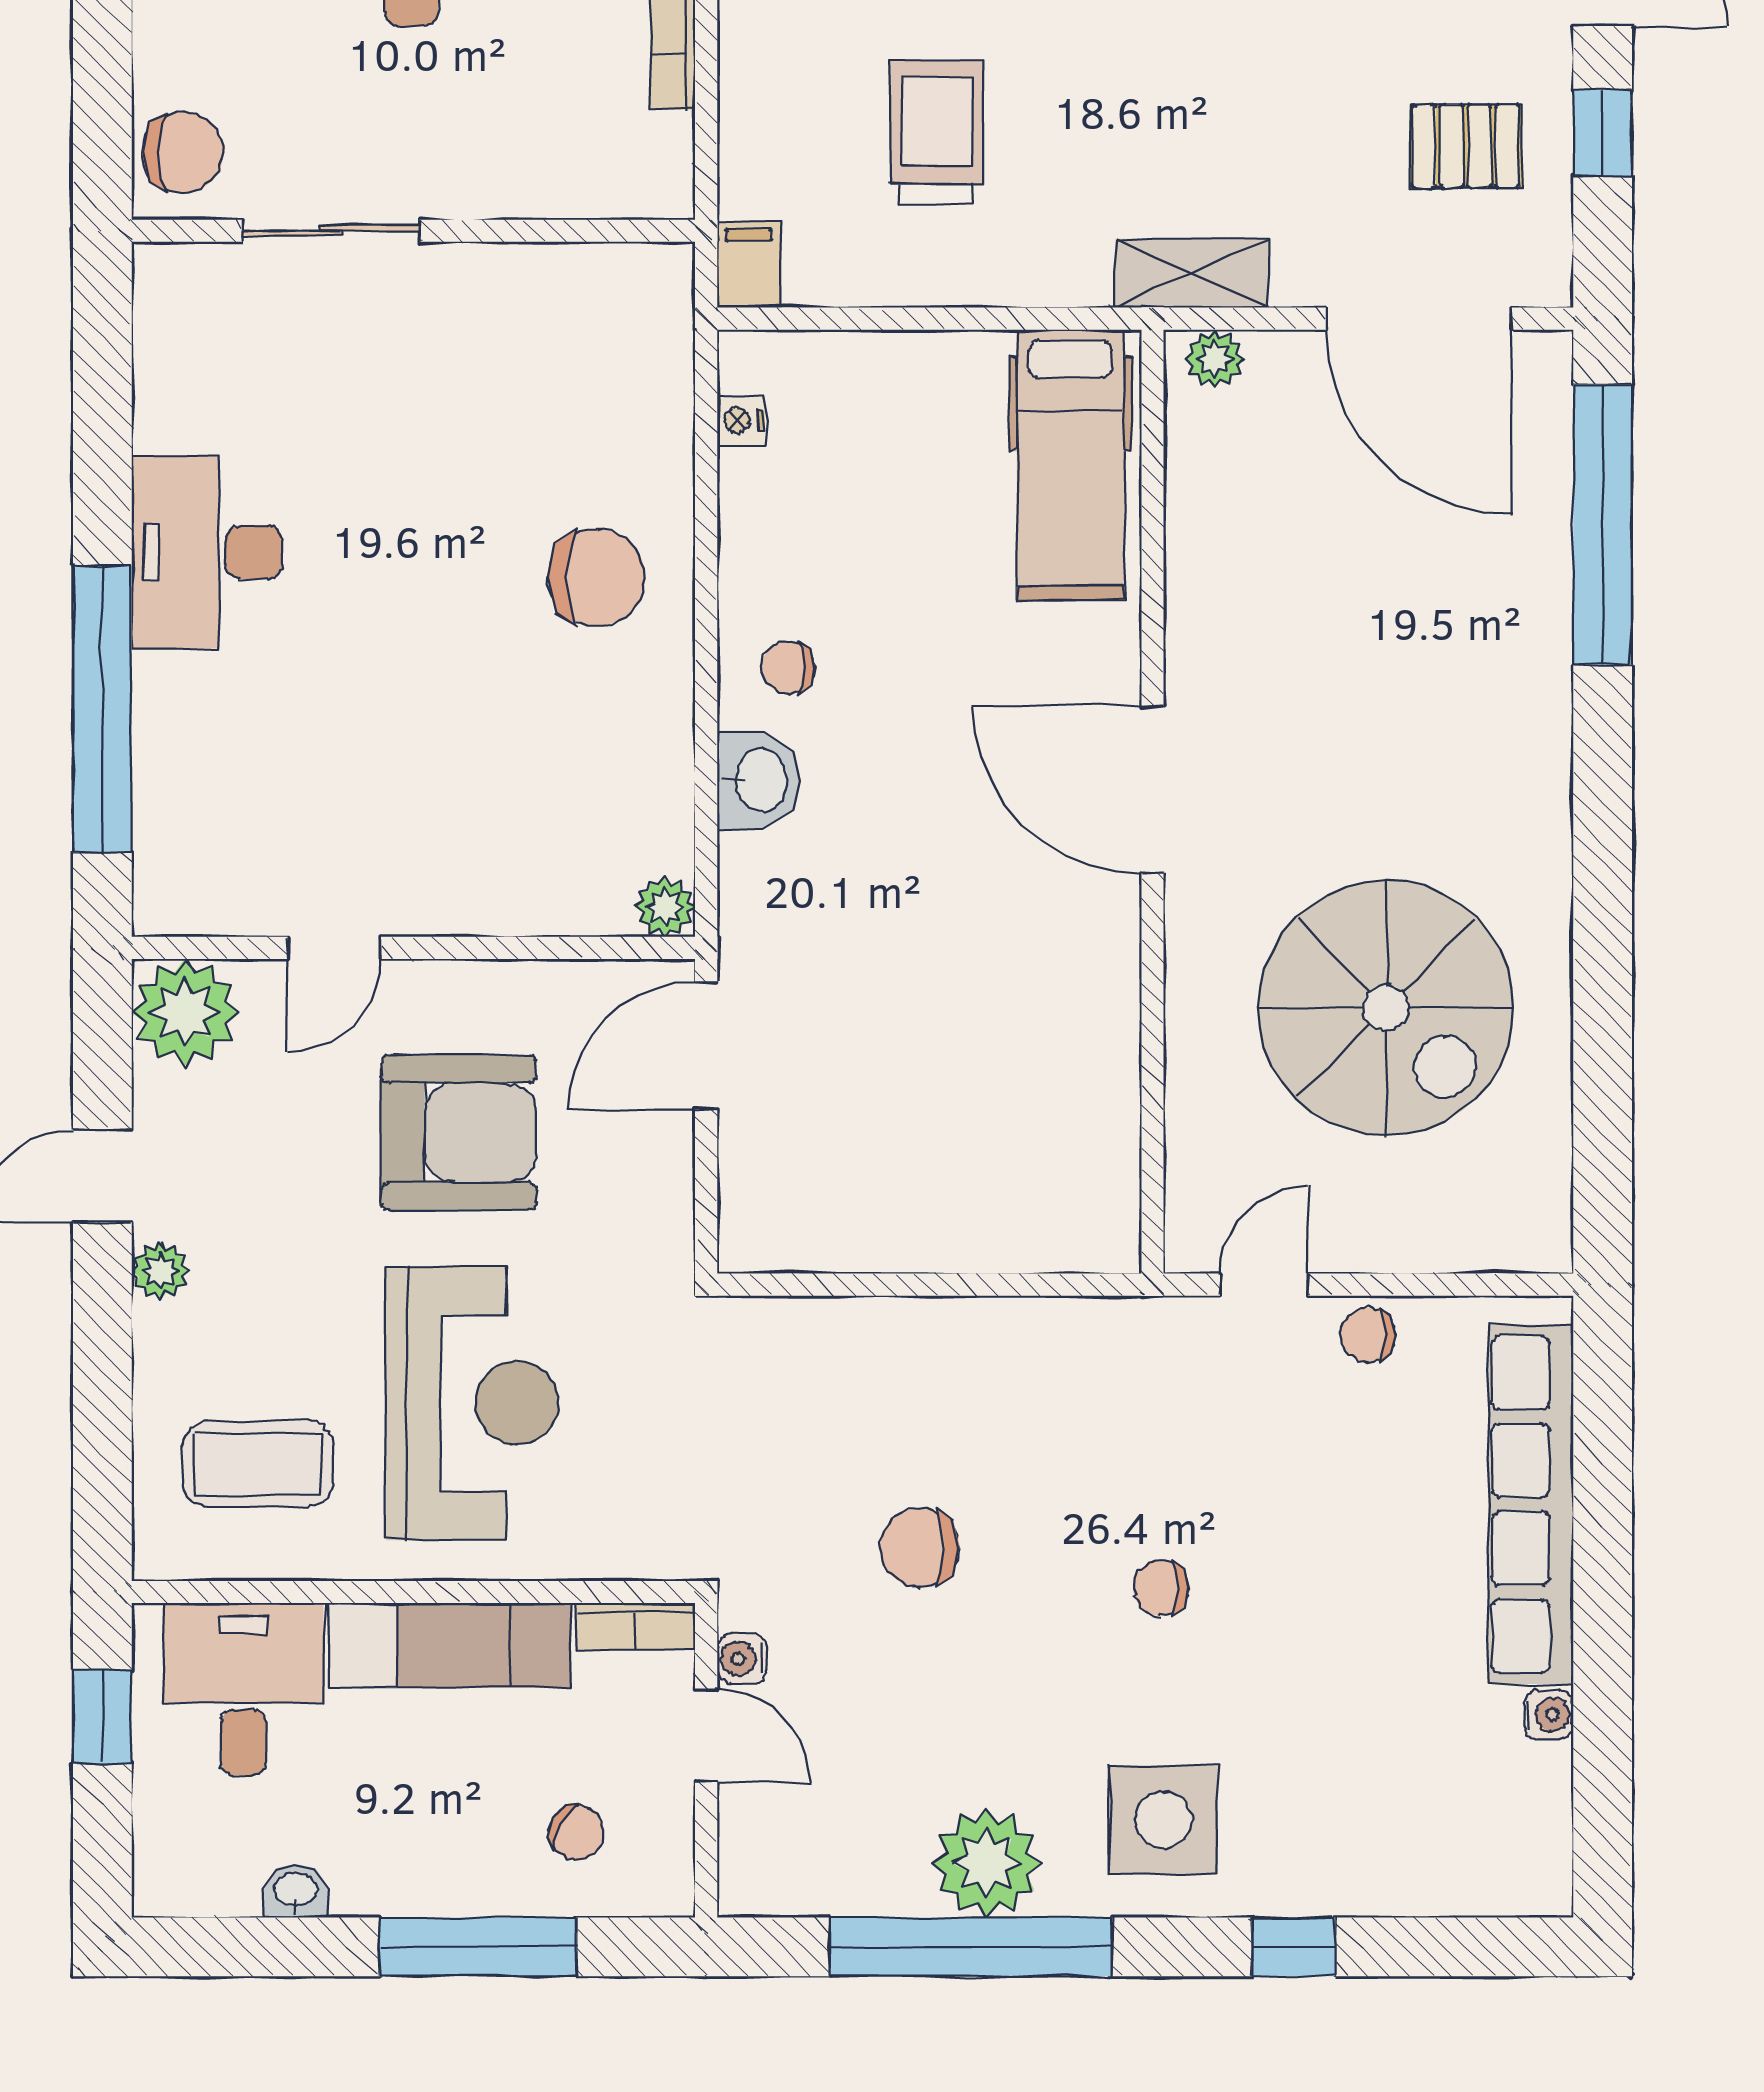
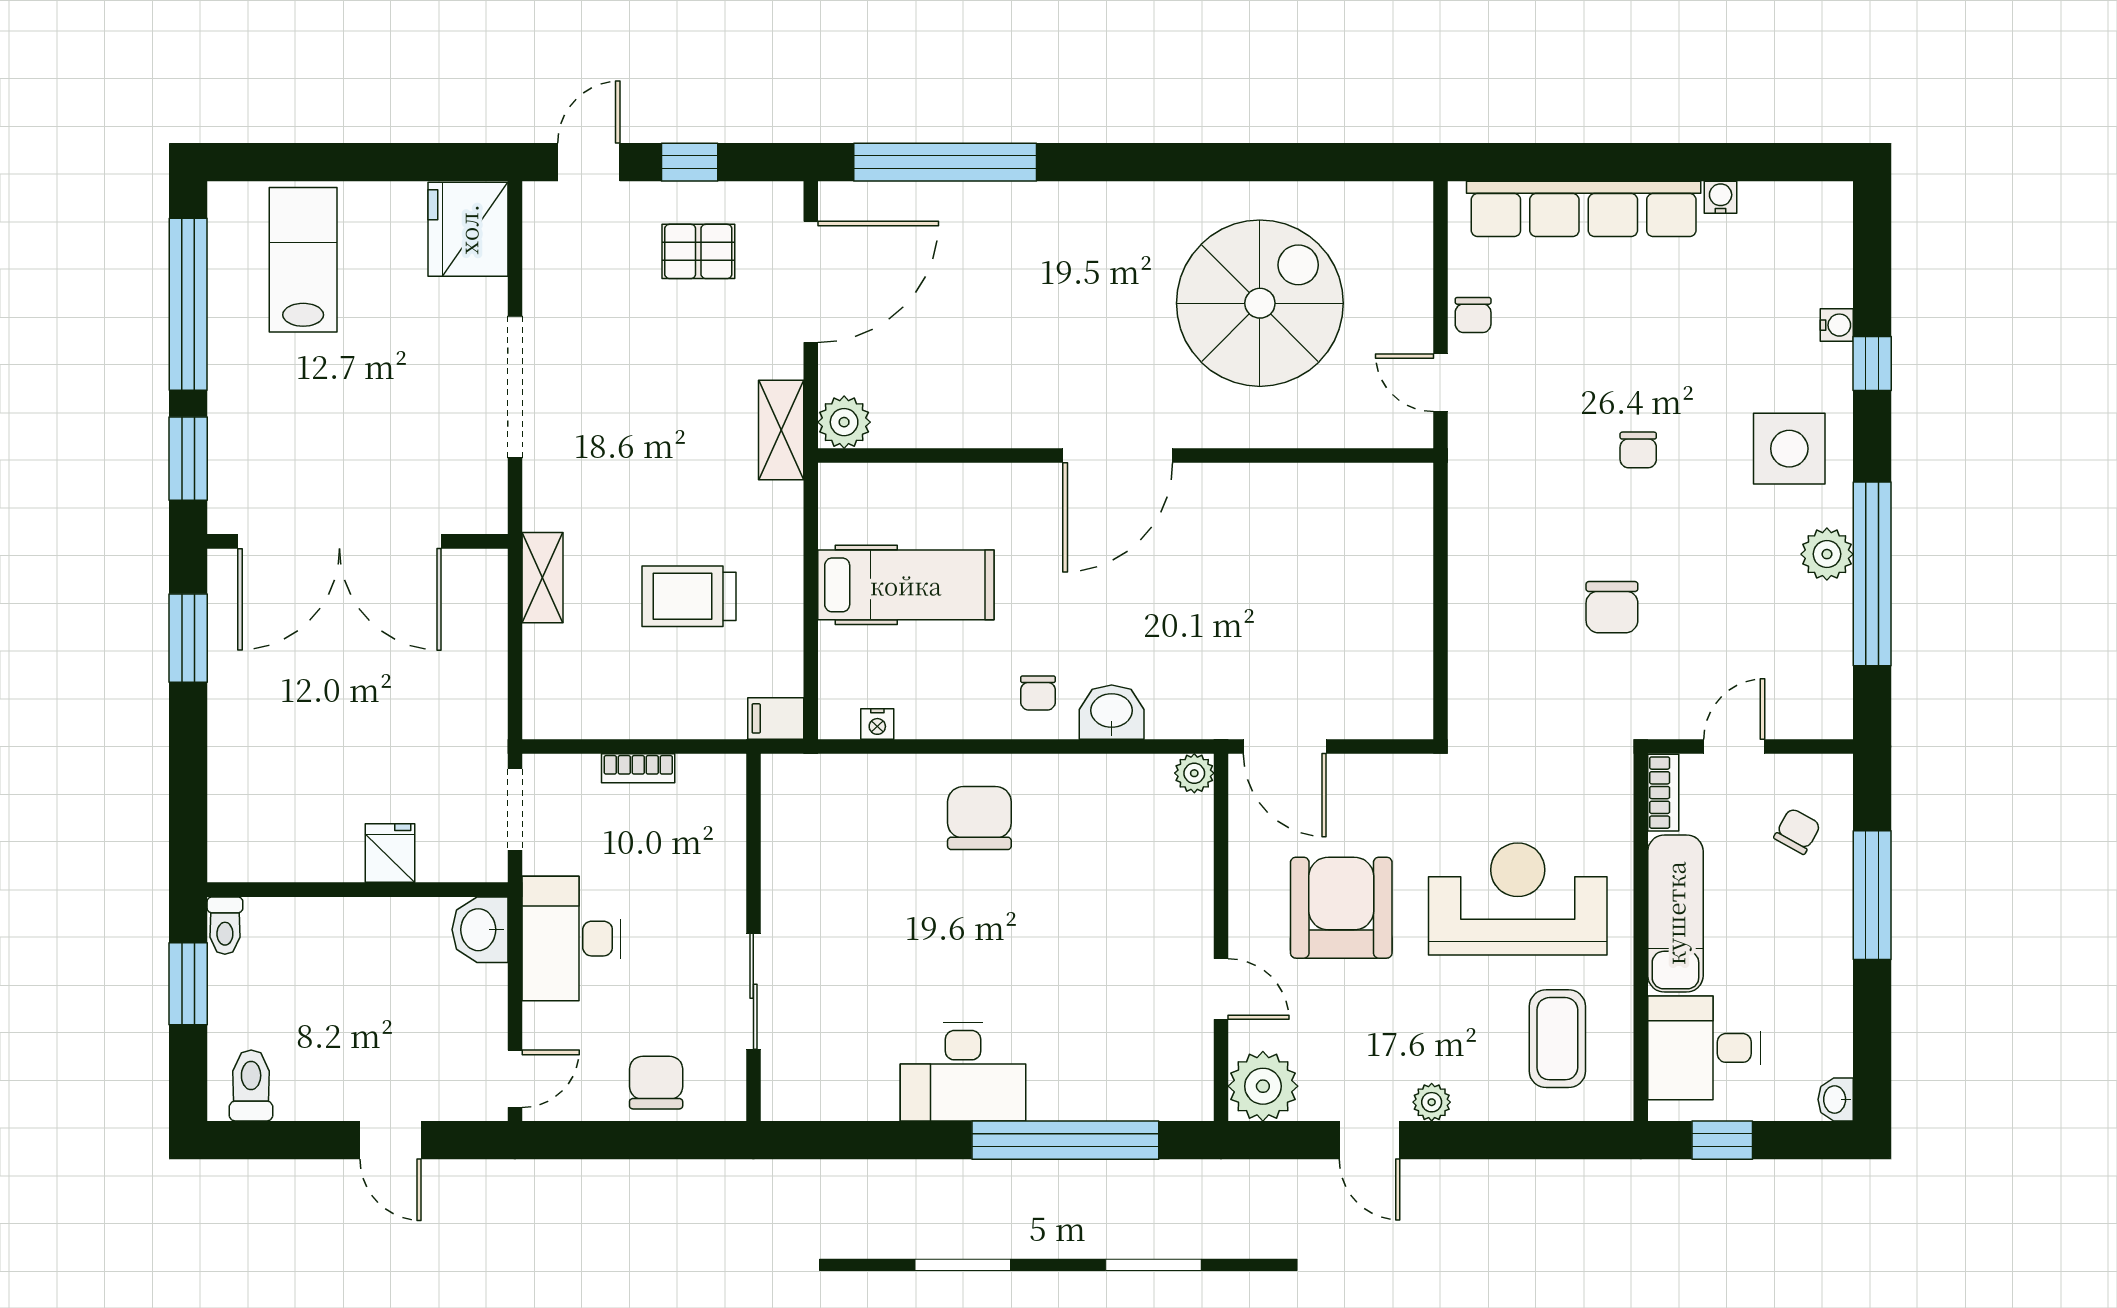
pallet: (1466, 146) -> (698, 251), turned 90
chair: (183, 152) -> (656, 1083), moved
plant: (1215, 359) -> (844, 422), width x1.38, depth x1.38
hospital bed: (1070, 465) -> (906, 585), moved
water cooler: (742, 1659) -> (1837, 325), moved, turned -90
plant: (987, 1863) -> (1827, 554), width x0.73, depth x0.73
washbasin: (296, 1891) -> (1836, 1099), moved

